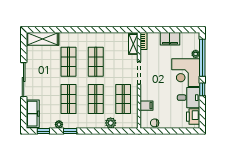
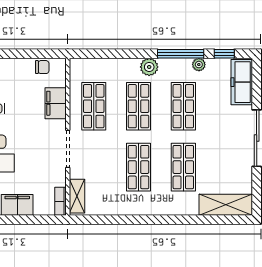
filing cabinet: (146, 106) -> (56, 103), width x2.00
plant: (111, 123) -> (149, 67), moved
window: (70, 131) -> (181, 54), width x2.17

